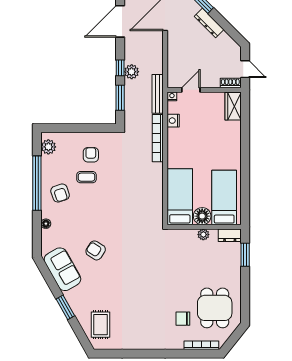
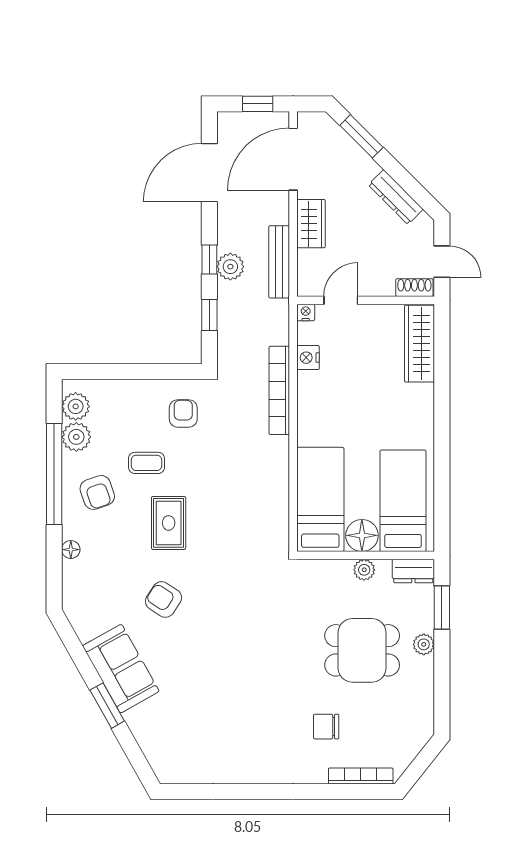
dresser: (209, 23) -> (396, 197), moved
wardrobe: (175, 49) -> (311, 224), added
bench: (158, 94) -> (279, 262), moved
window: (120, 98) -> (209, 315), width x0.67
wardrobe: (233, 106) -> (419, 344), width x1.50
armchair: (91, 155) -> (183, 413), moved
plant: (49, 163) -> (76, 437), added
sofa: (62, 269) -> (121, 669), moved
plant: (235, 275) -> (424, 644), added
dining table: (215, 308) -> (362, 650), moved, turned 90
rug: (100, 325) -> (169, 523), moved

